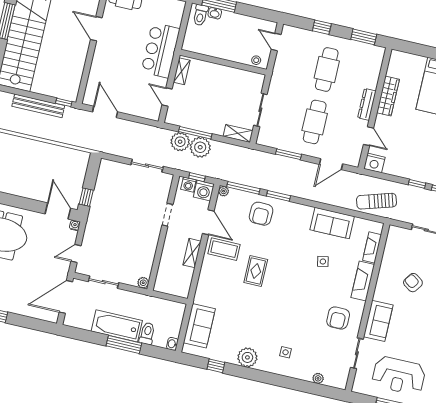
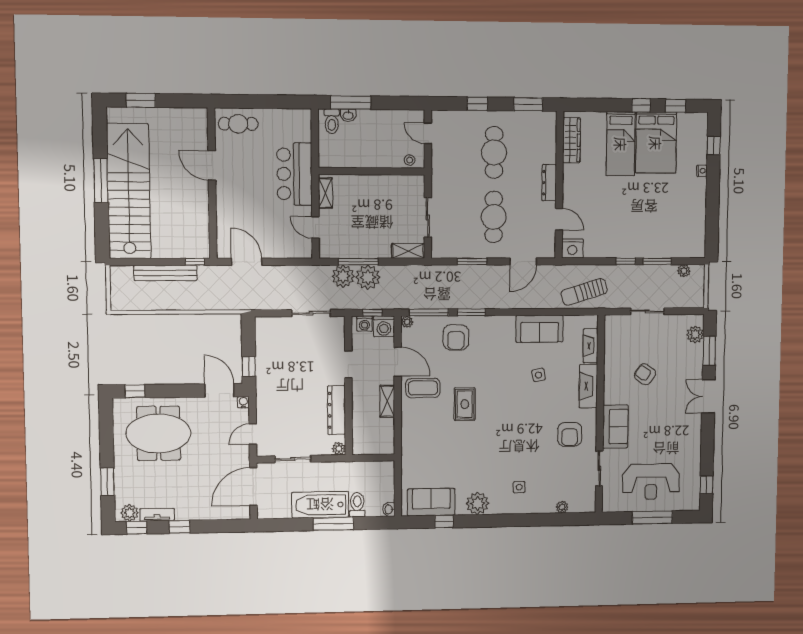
wardrobe: (388, 96) -> (571, 140), moved
dresser: (149, 250) -> (337, 410), added
sofa: (199, 326) -> (431, 502), moved, turned -90

